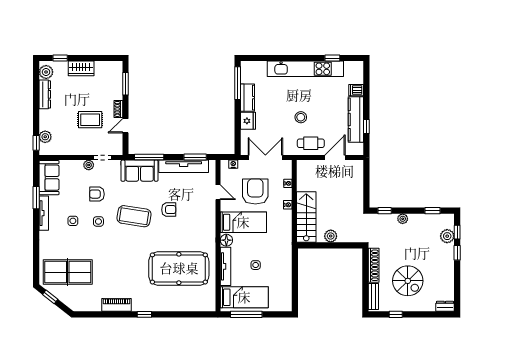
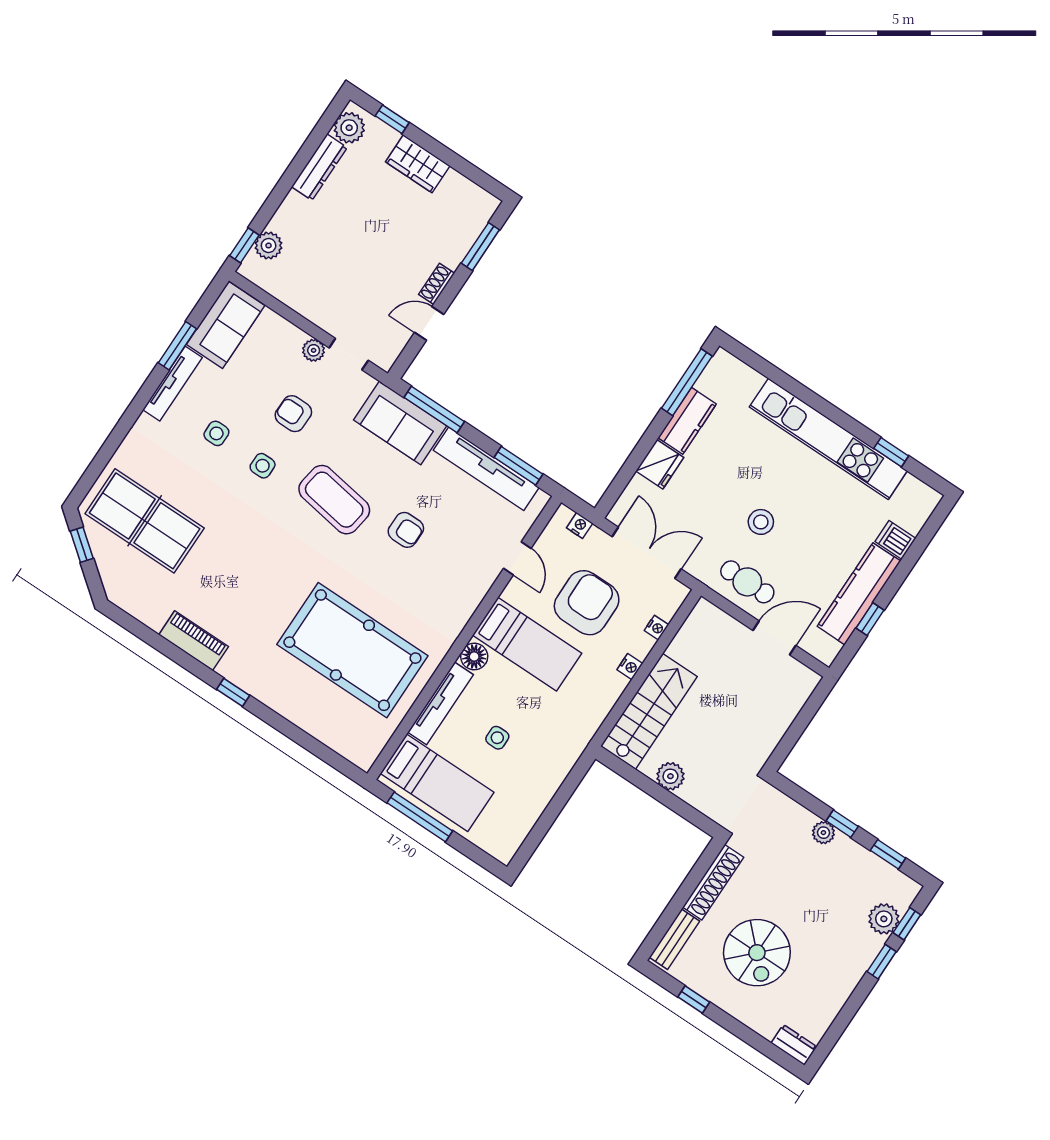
rug: (90, 120) -> (372, 269), removed
window: (385, 211) -> (842, 824), moved

